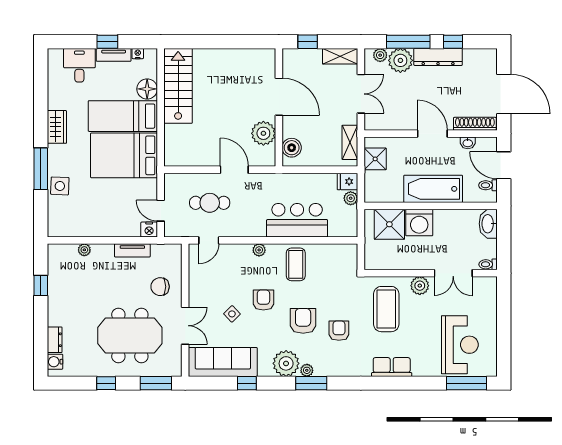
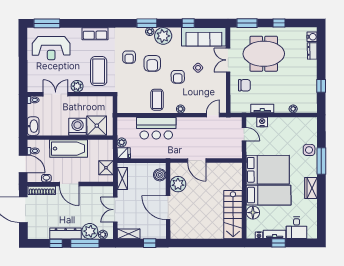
cafe table: (210, 203) -> (212, 139), removed
nightstand: (149, 230) -> (262, 122), moved
reception desk: (460, 345) -> (51, 48), turned -90

